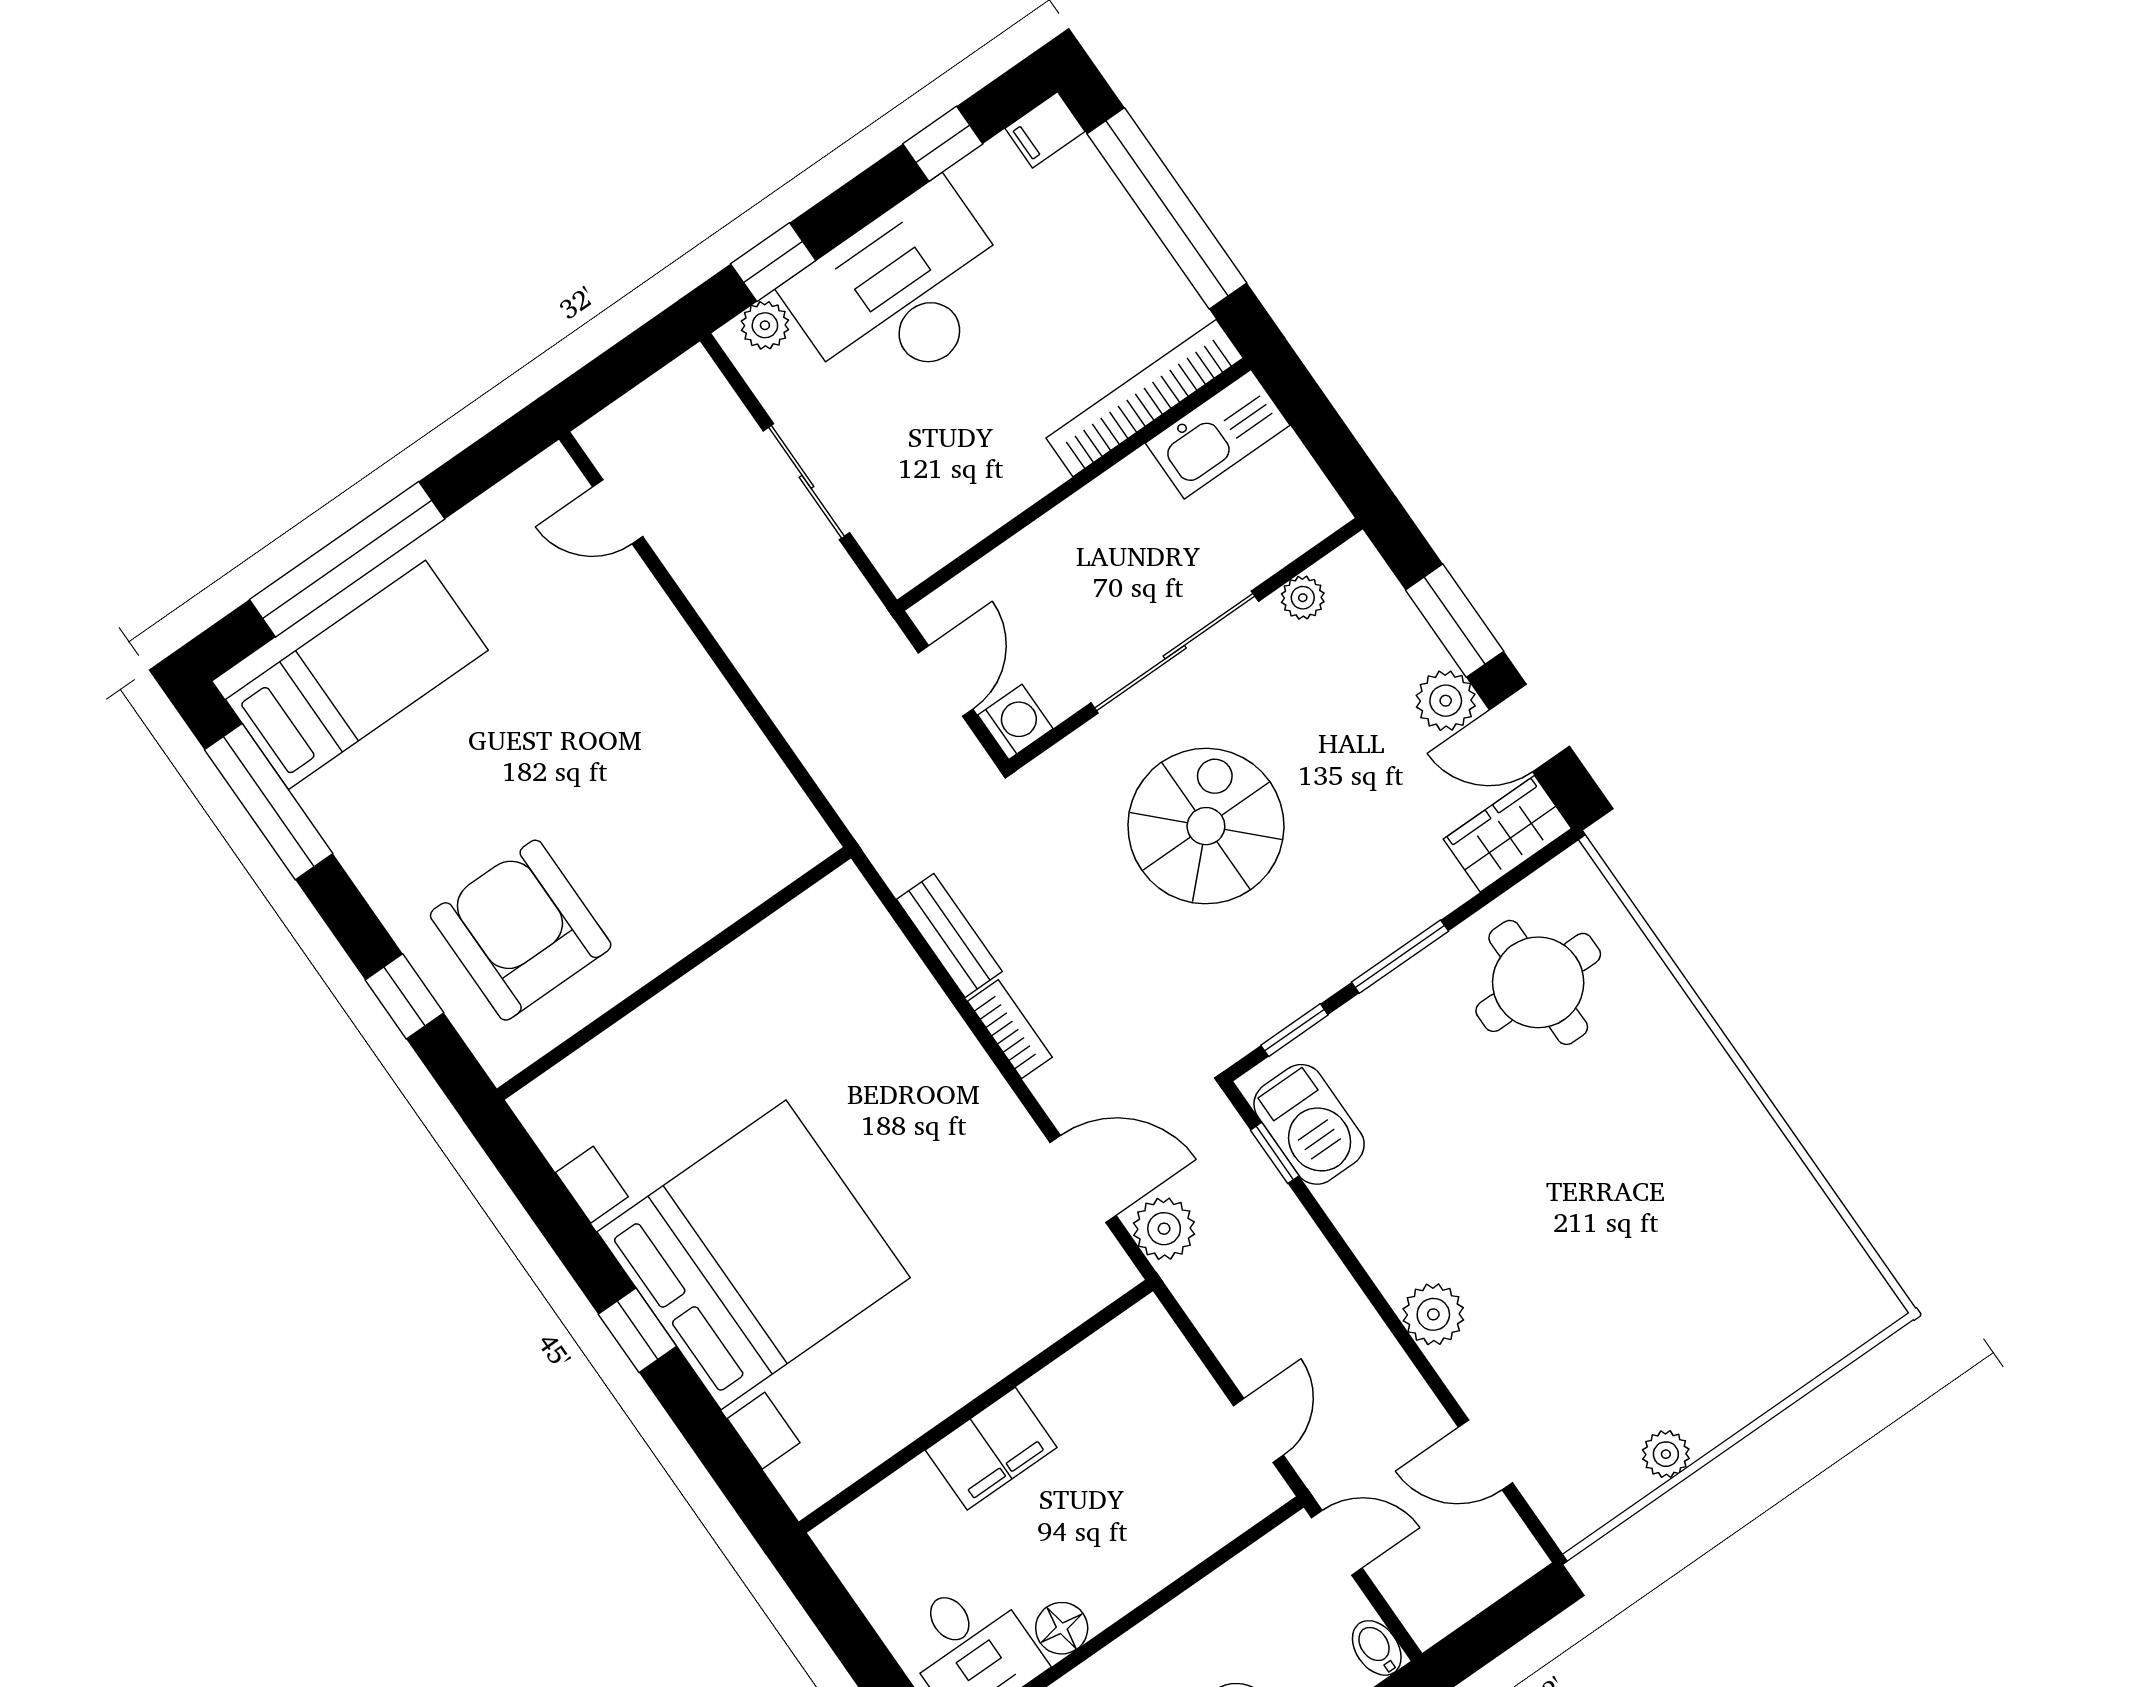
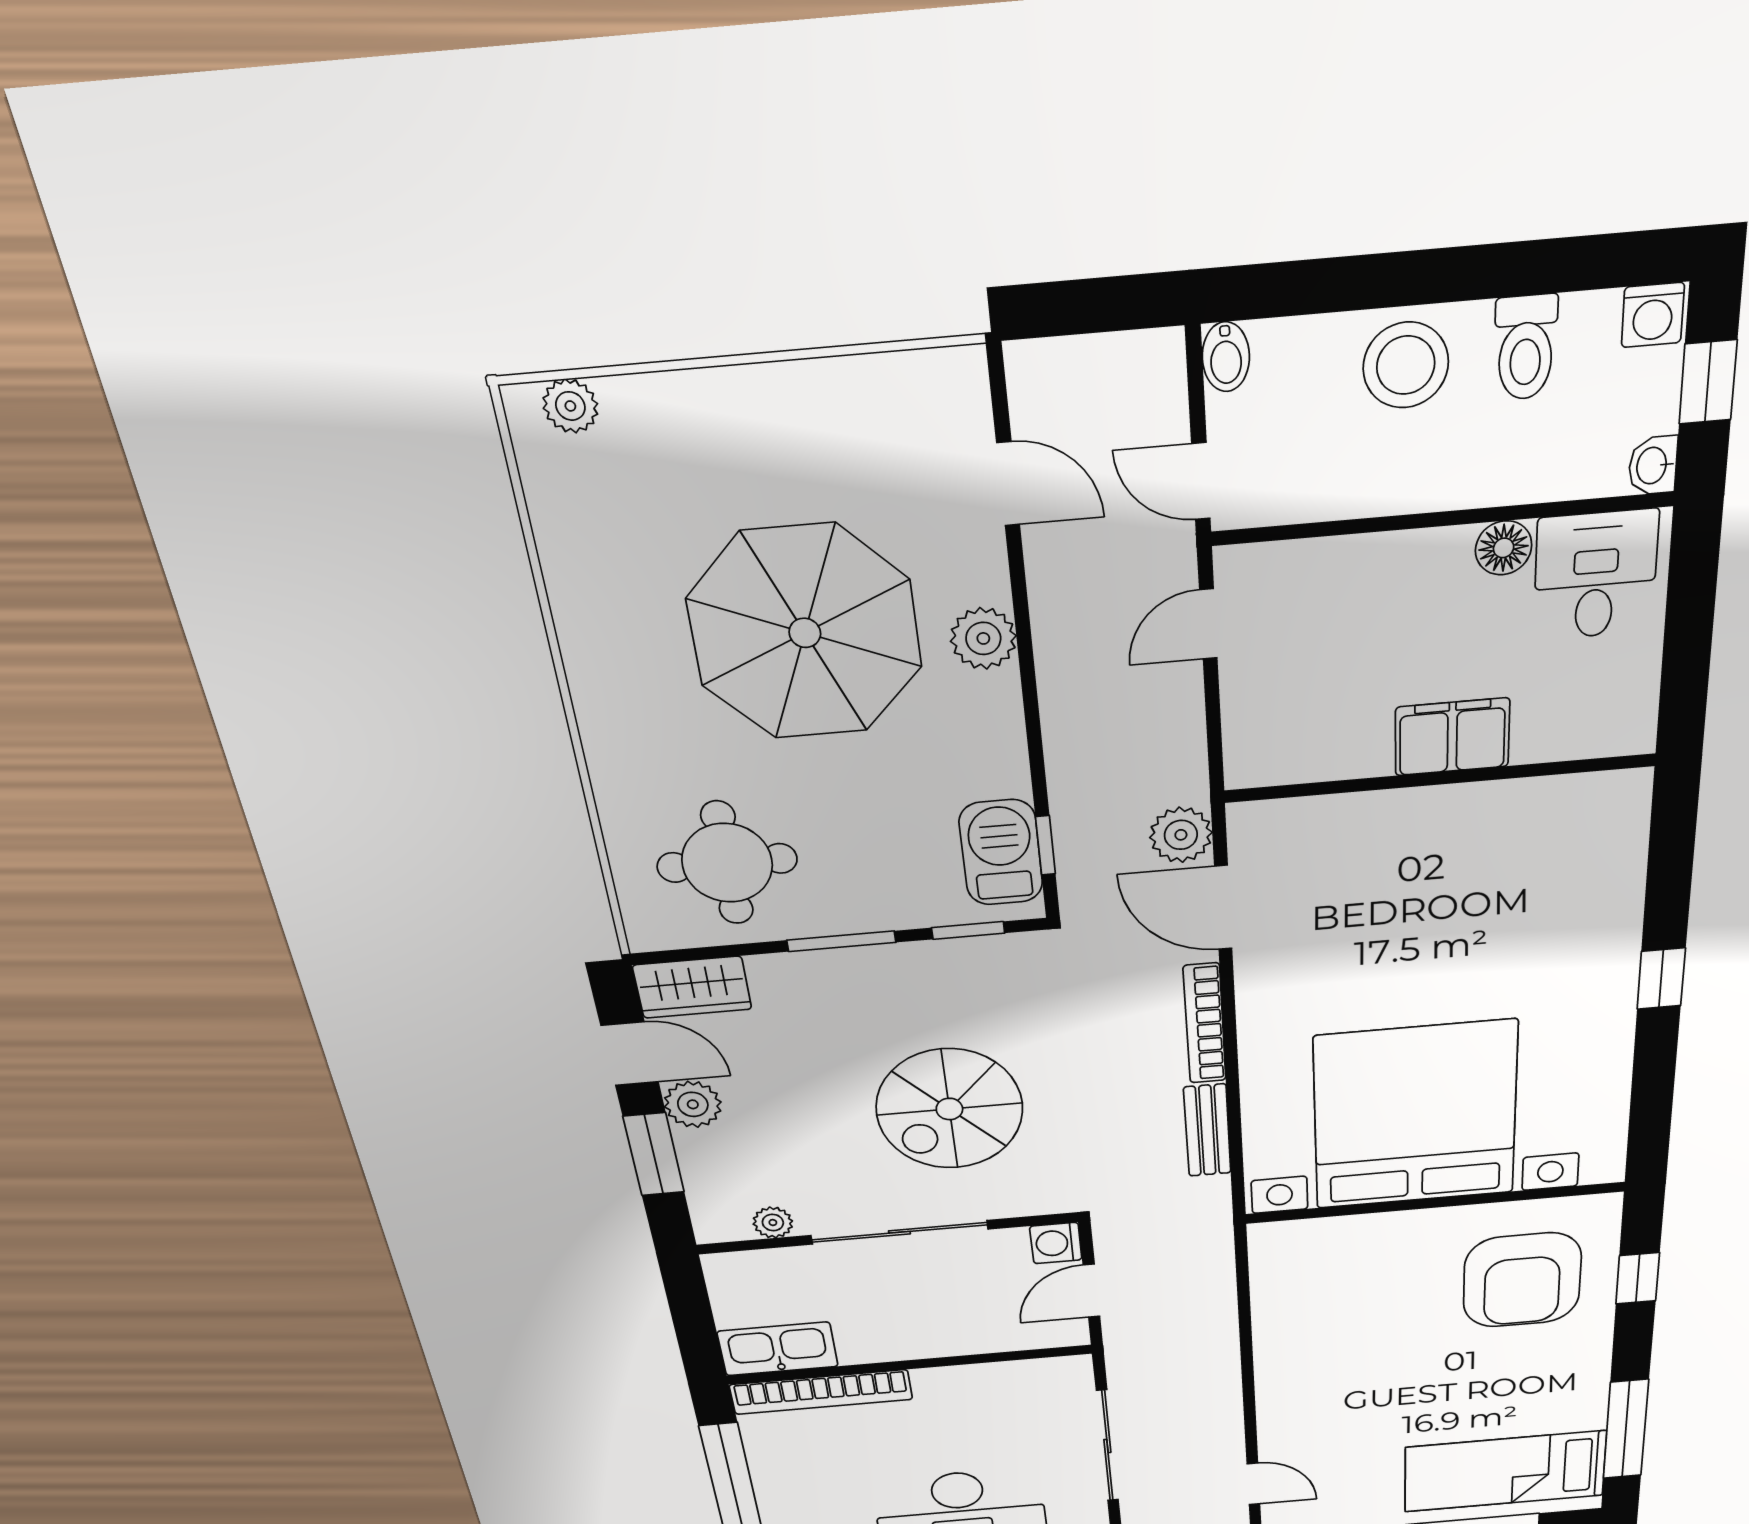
sliding door: (807, 482) -> (1107, 1446), width x1.37
bookcase: (1010, 1029) -> (1205, 1024), width x1.56
parasol: (1579, 1238) -> (805, 633), added
bed with nightstands: (754, 1255) -> (1415, 1116), moved, turned 90
plant: (1666, 1454) -> (570, 406), moved

